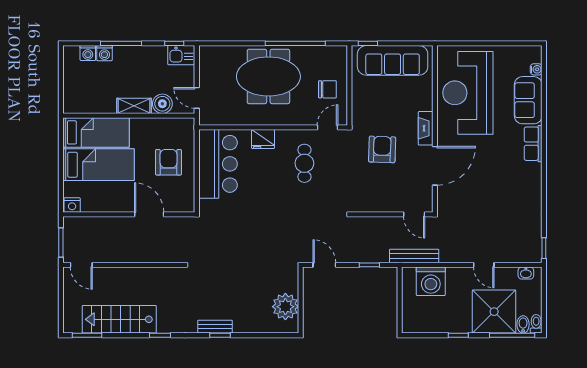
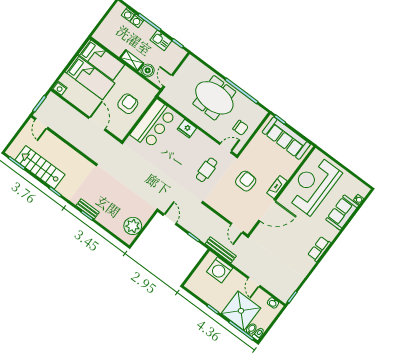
kitchen sink: (181, 55) -> (161, 40), moved
row of seats: (533, 144) -> (319, 249), moved
cafe table: (304, 163) -> (207, 170), moved

